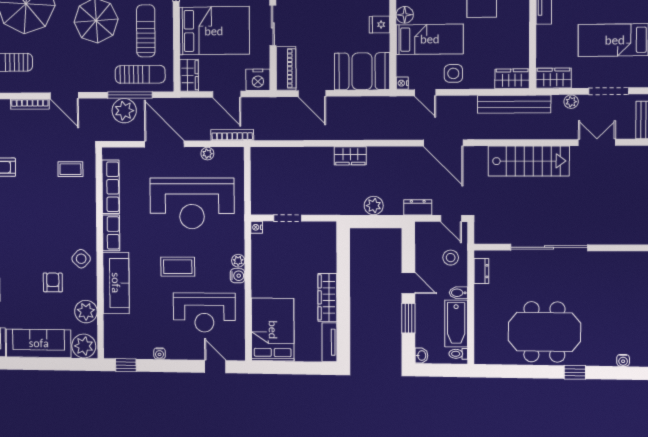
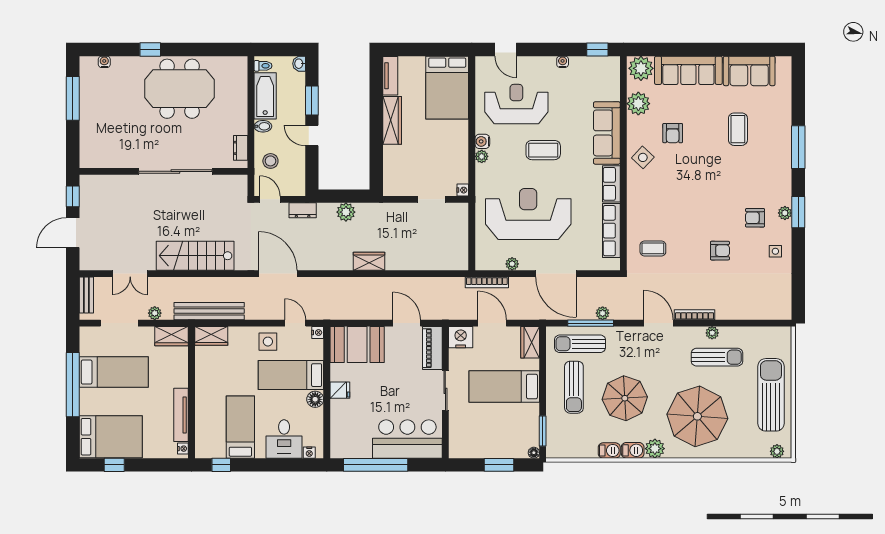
bed: (214, 31) -> (504, 386), width x0.67
plant: (13, 86) -> (712, 333), added
plant: (124, 111) -> (603, 313), width x0.53, depth x0.53

